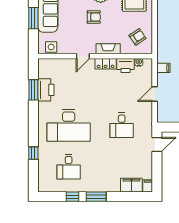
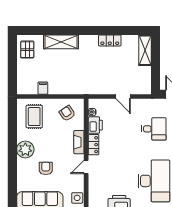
armchair: (94, 17) -> (46, 168), moved
door: (83, 56) -> (86, 167), swing flipped
filing cabinet: (163, 68) -> (43, 88), moved

